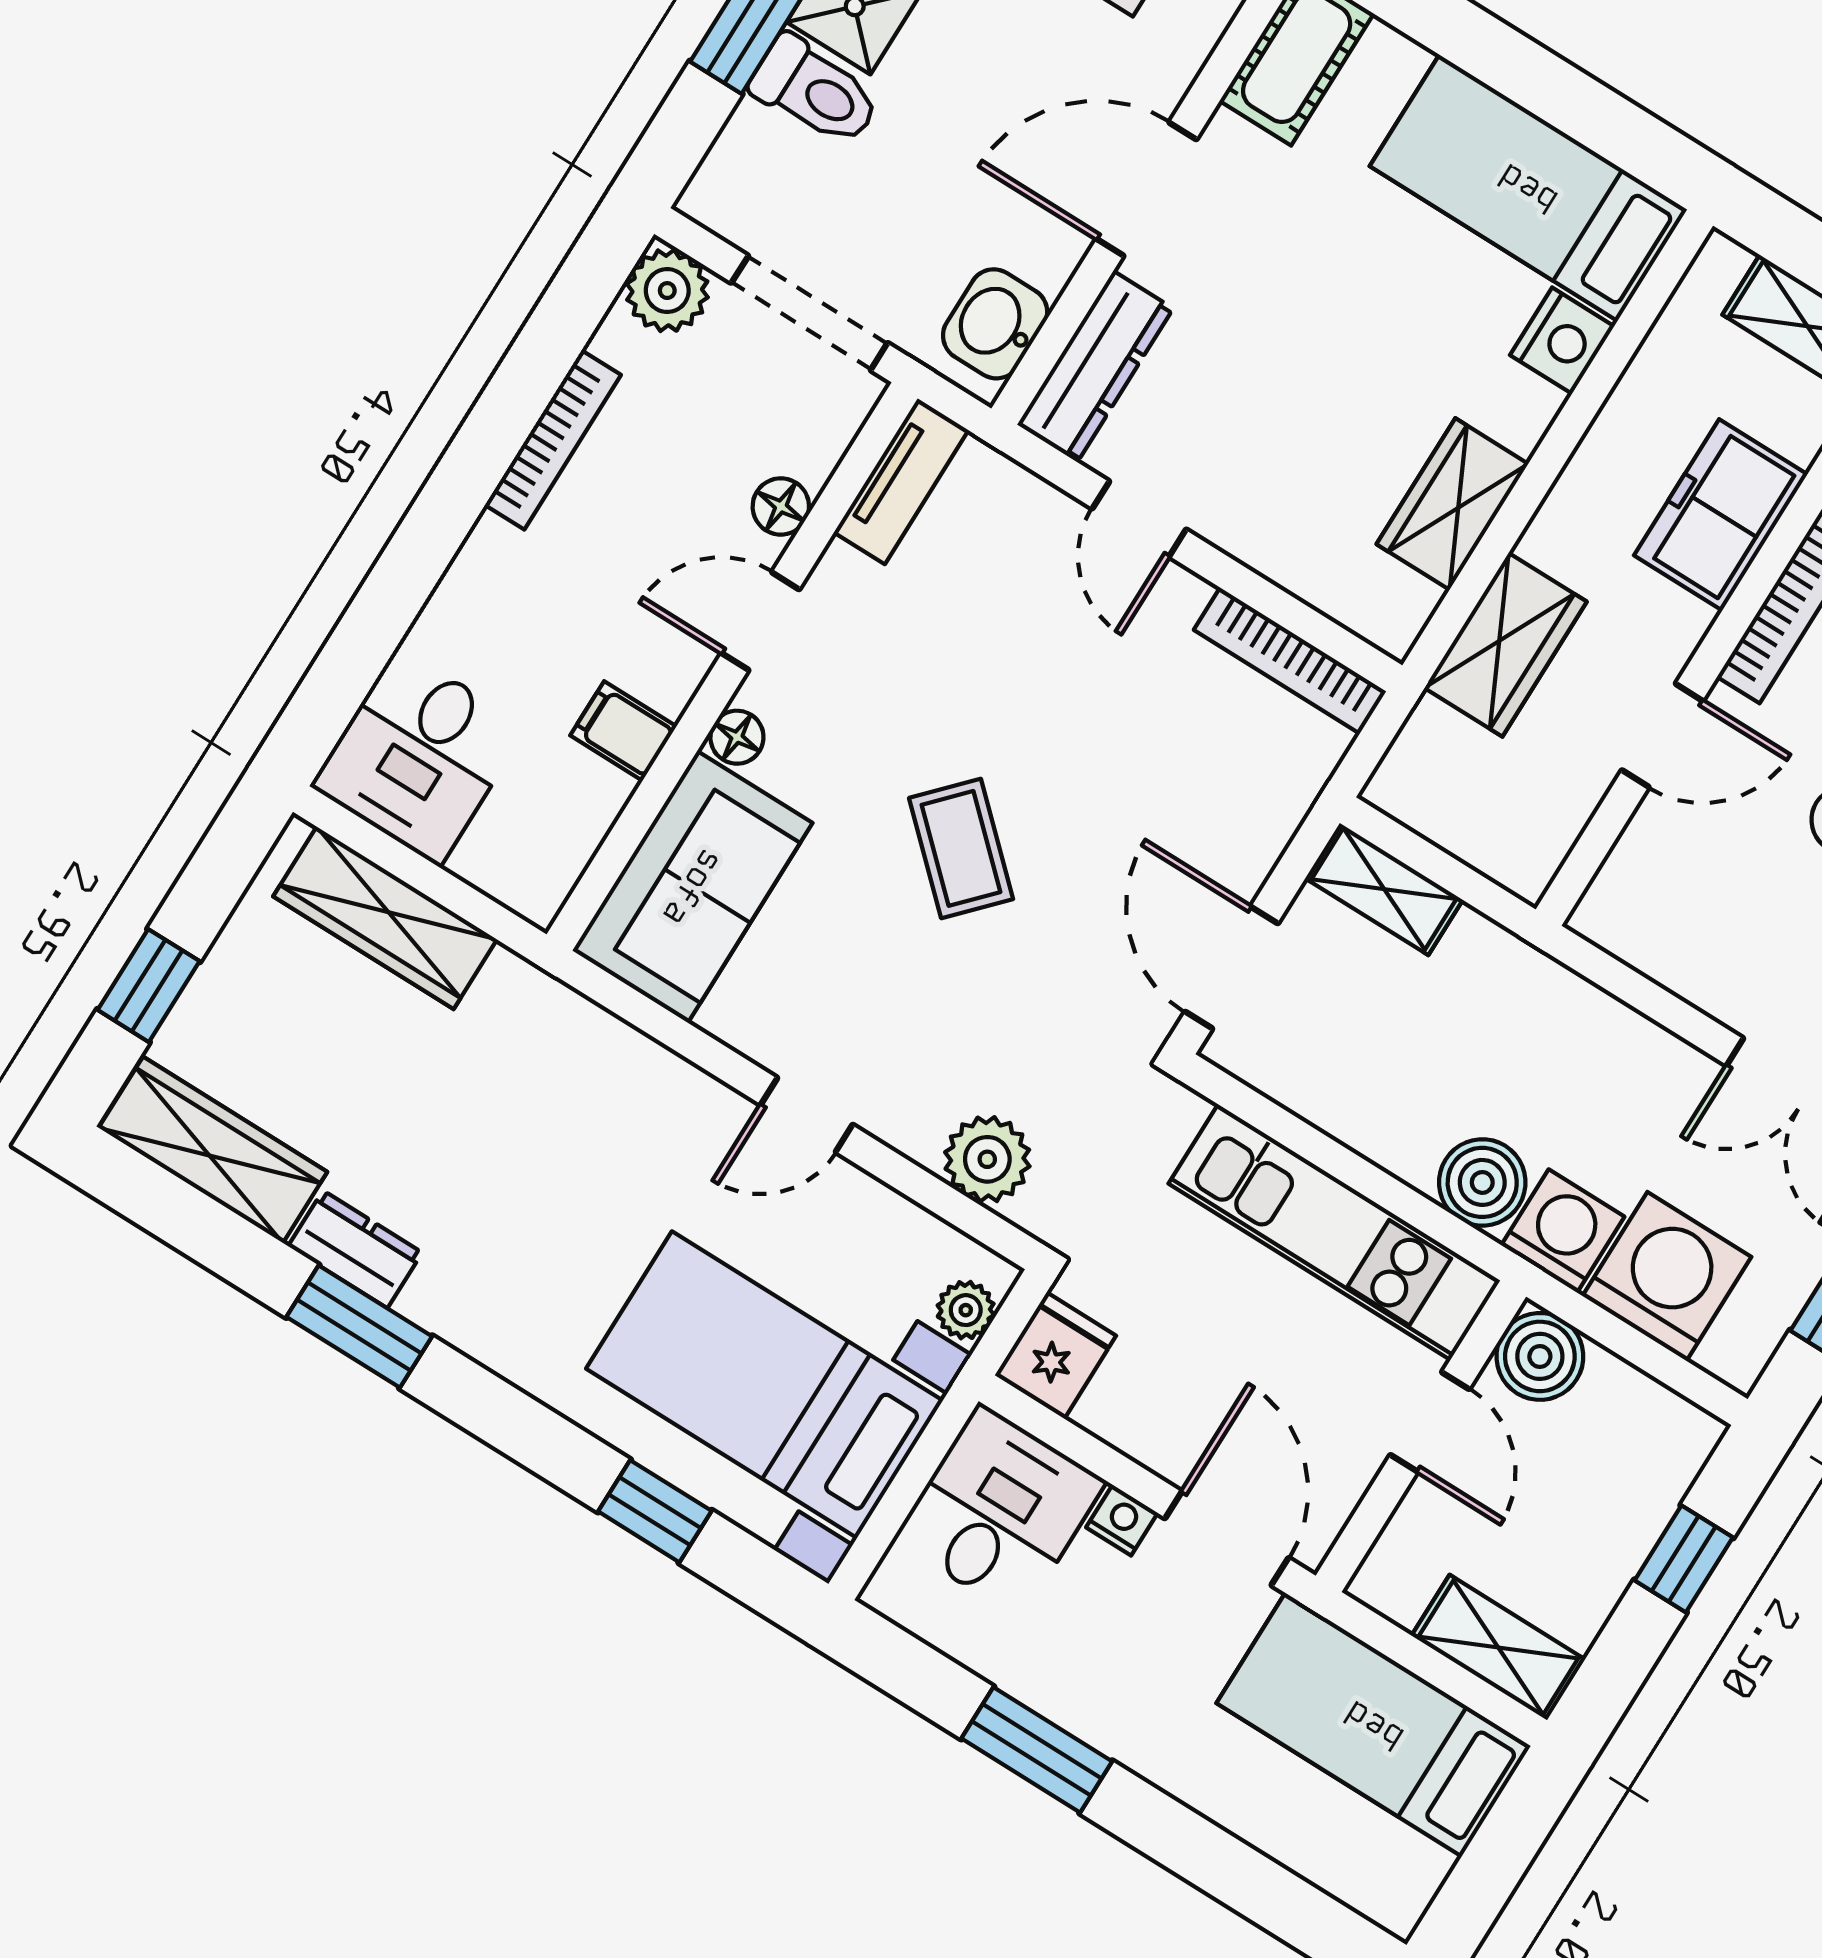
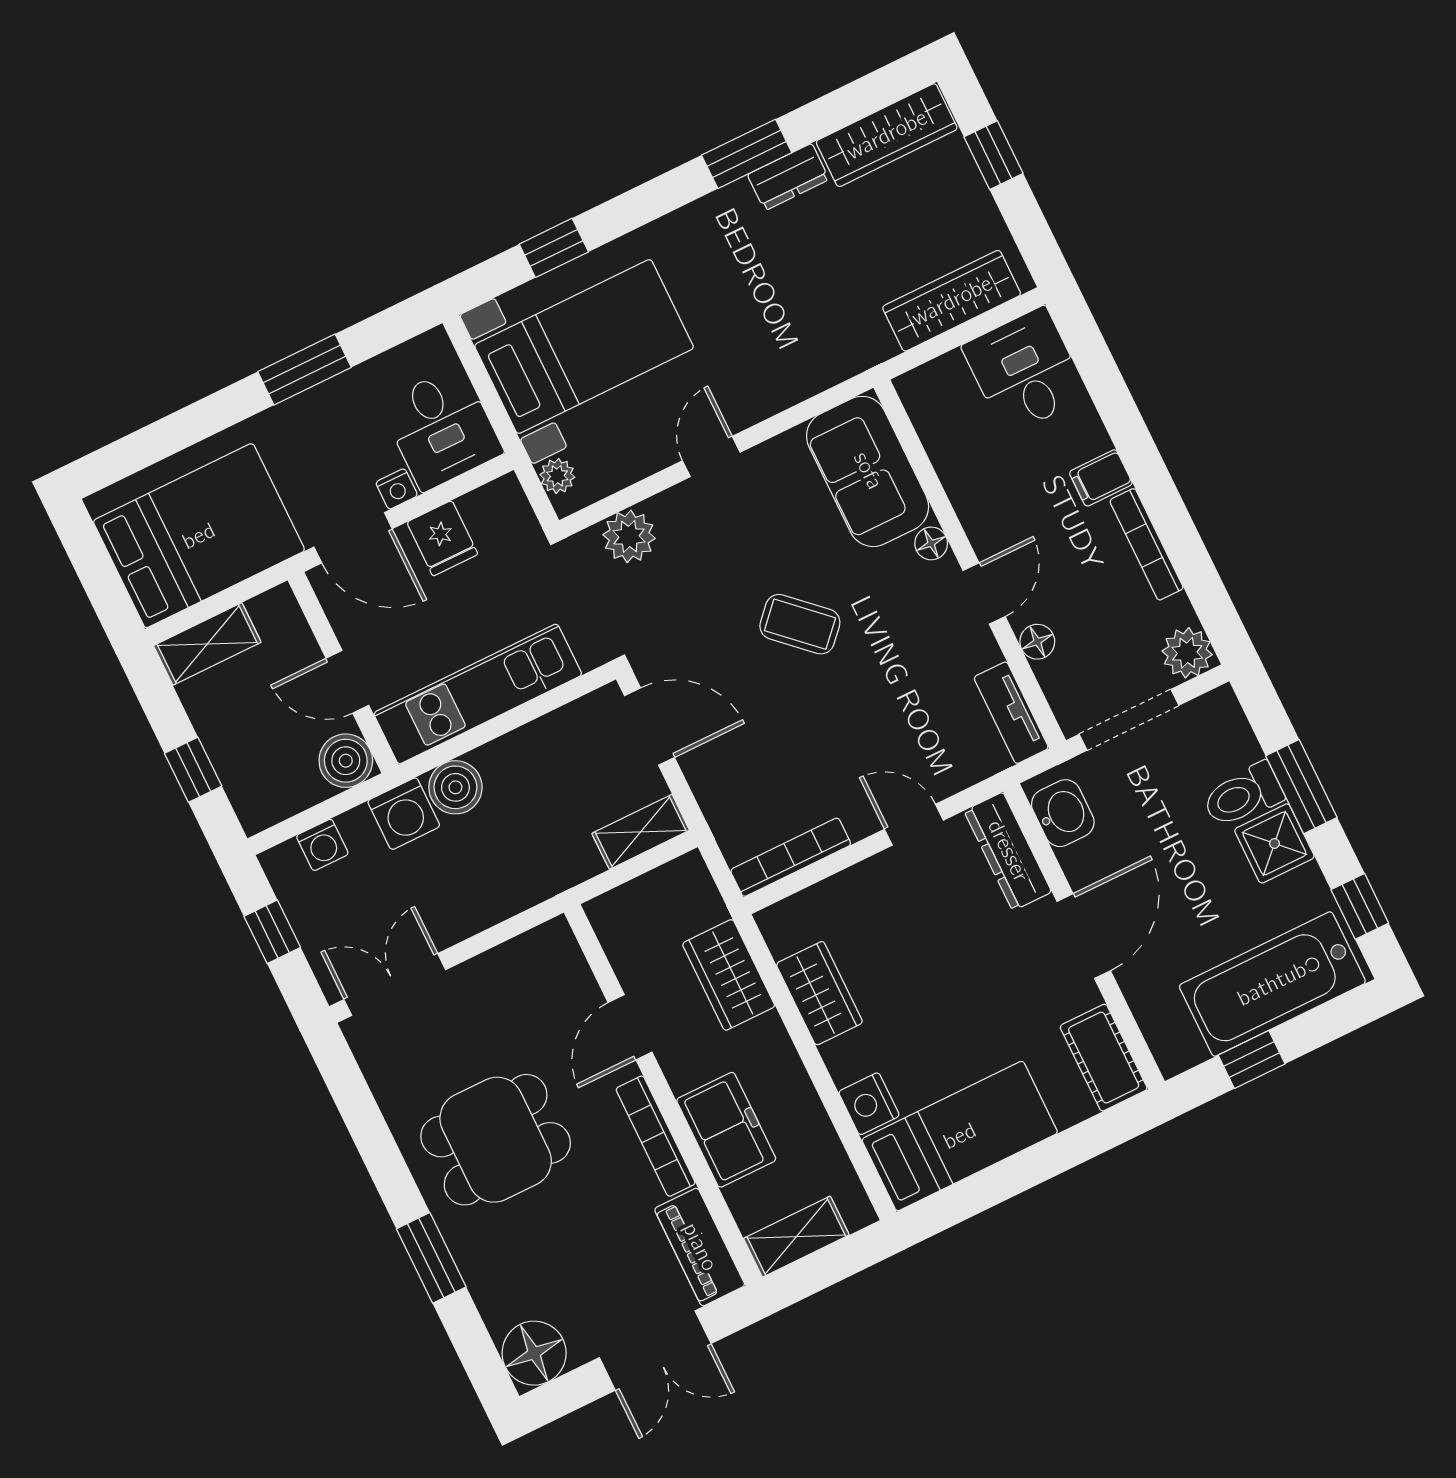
filing cabinet: (623, 731) -> (1101, 478), moved, turned 180
washing machine: (1667, 1276) -> (322, 845), width x0.53, depth x0.53
fridge: (1055, 1355) -> (442, 538), moved
bed: (1374, 1725) -> (199, 536), width x1.50

